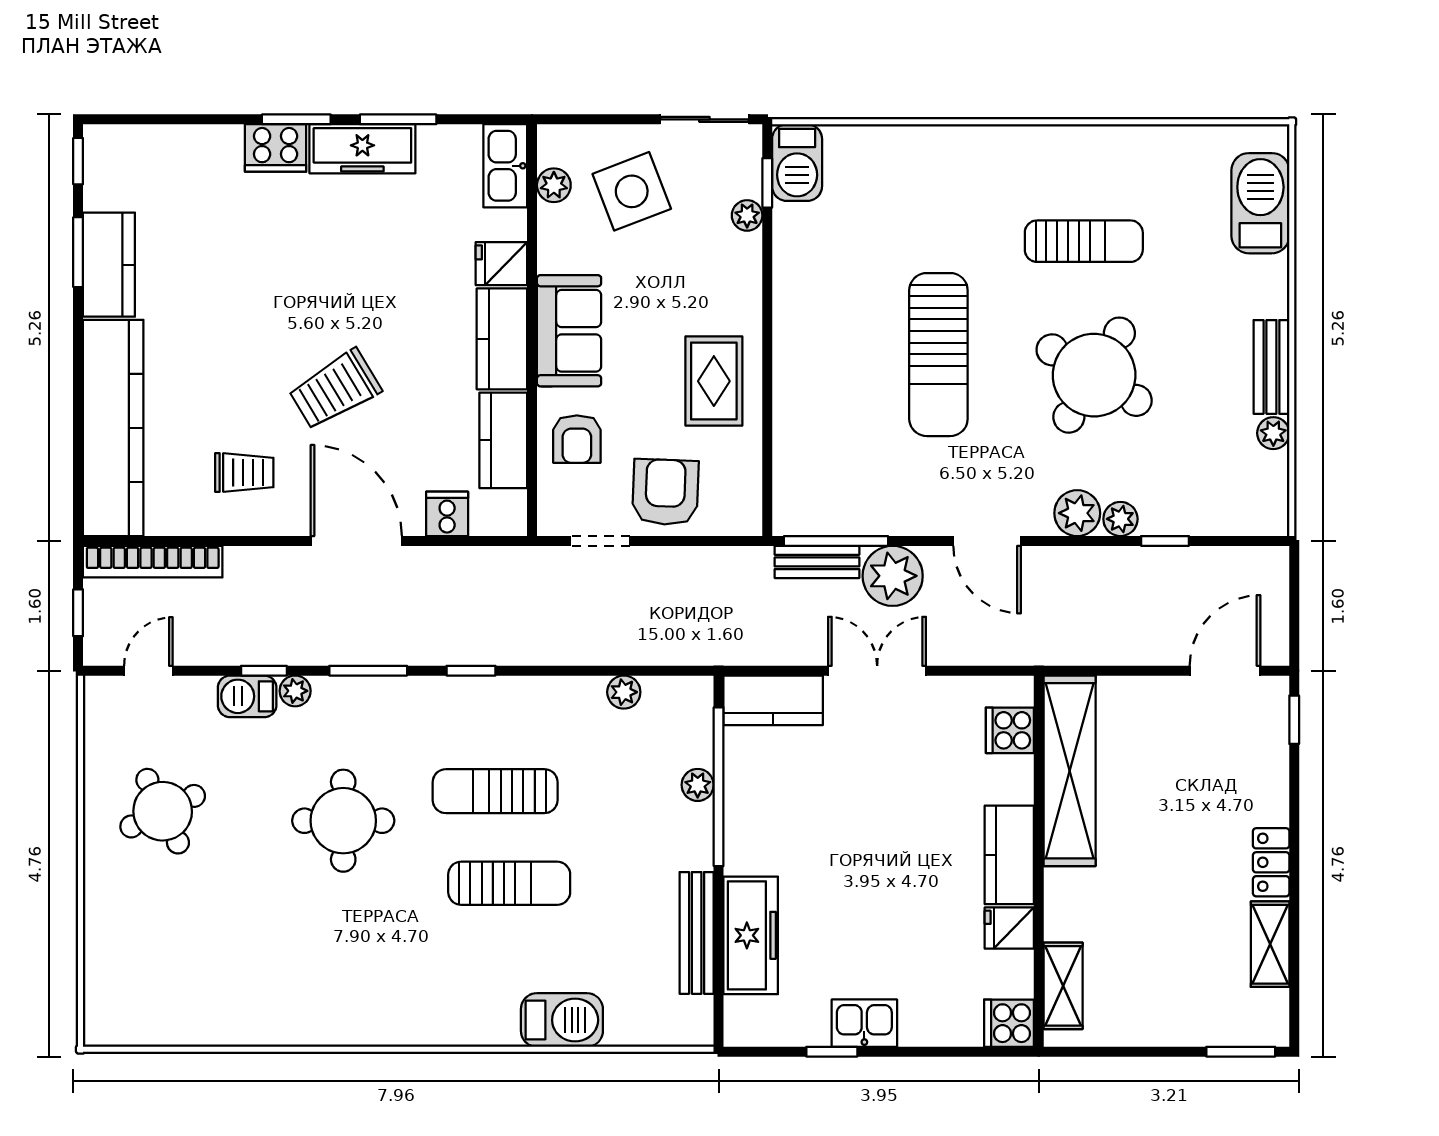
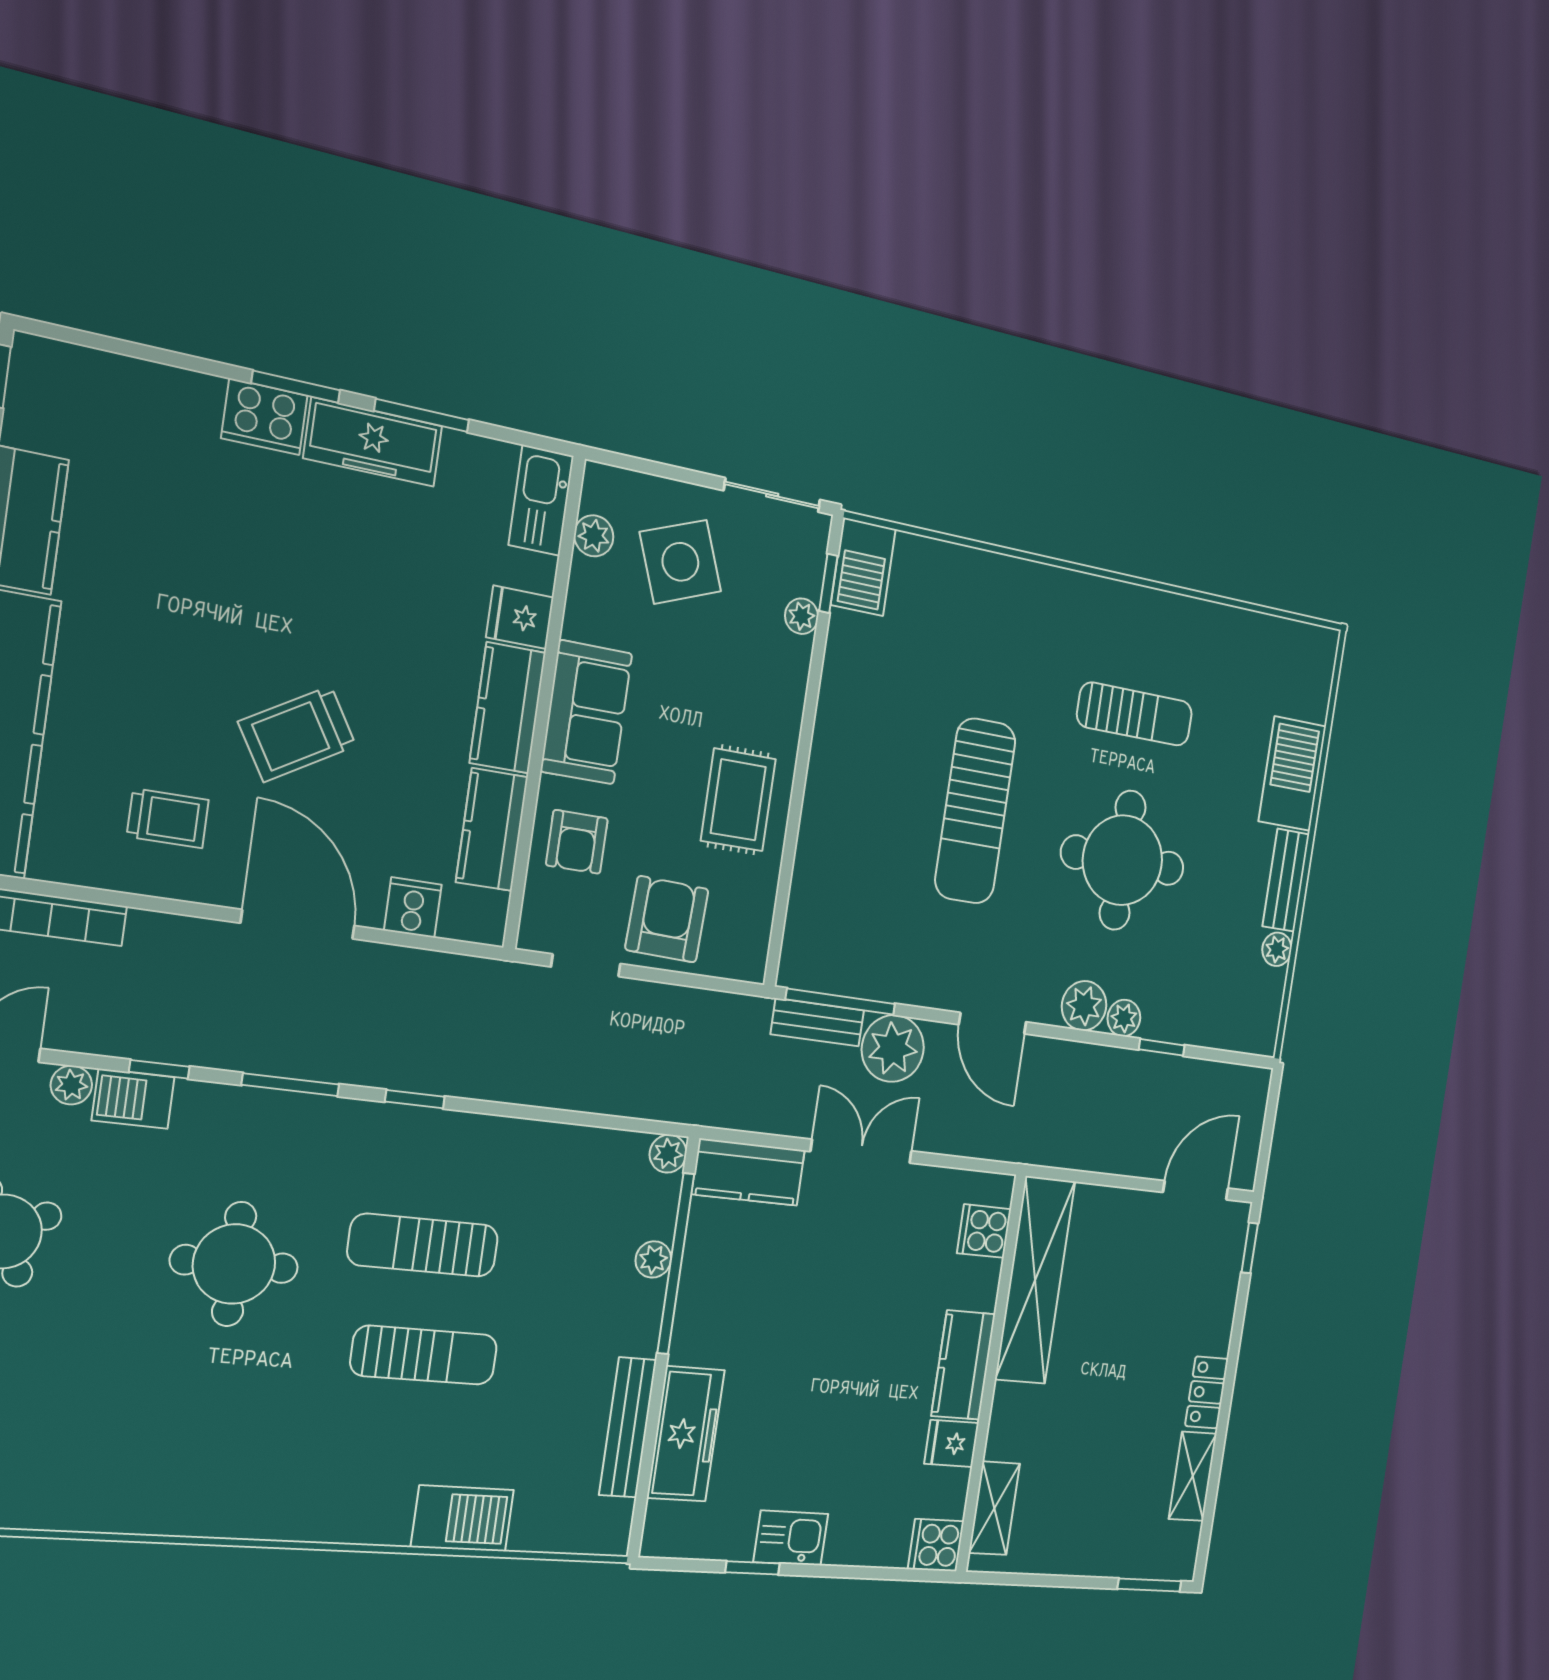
barbecue: (1260, 203) -> (1292, 774), moved
round table: (1094, 375) -> (1123, 860), turned -31
plant: (295, 691) -> (71, 1085), moved
plant: (624, 692) -> (668, 1154), moved

